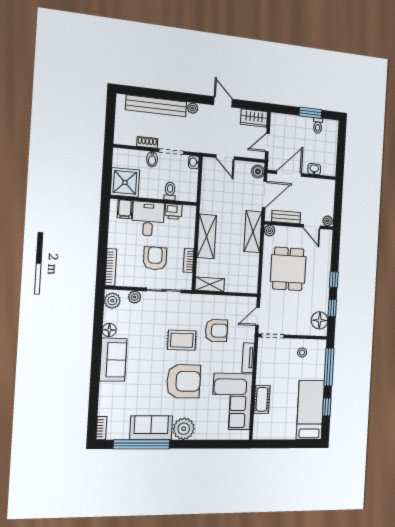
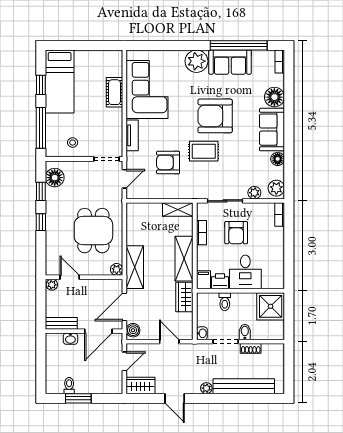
wardrobe: (208, 199) -> (184, 297), added
filing cabinet: (125, 209) -> (203, 280), moved
bench: (286, 217) -> (61, 323), moved
bookcase: (111, 267) -> (280, 215), width x0.64
armchair: (184, 381) -> (215, 116), moved
floor lamp: (109, 392) -> (274, 97), added

